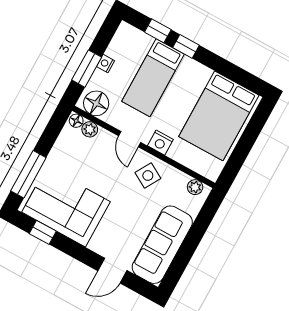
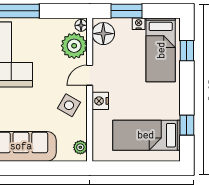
window: (186, 46) -> (187, 125), moved
bed: (153, 78) -> (161, 50), moved, turned -90
bed: (219, 116) -> (146, 135), width x0.67
plant: (90, 129) -> (74, 46), width x1.88, depth x1.88

